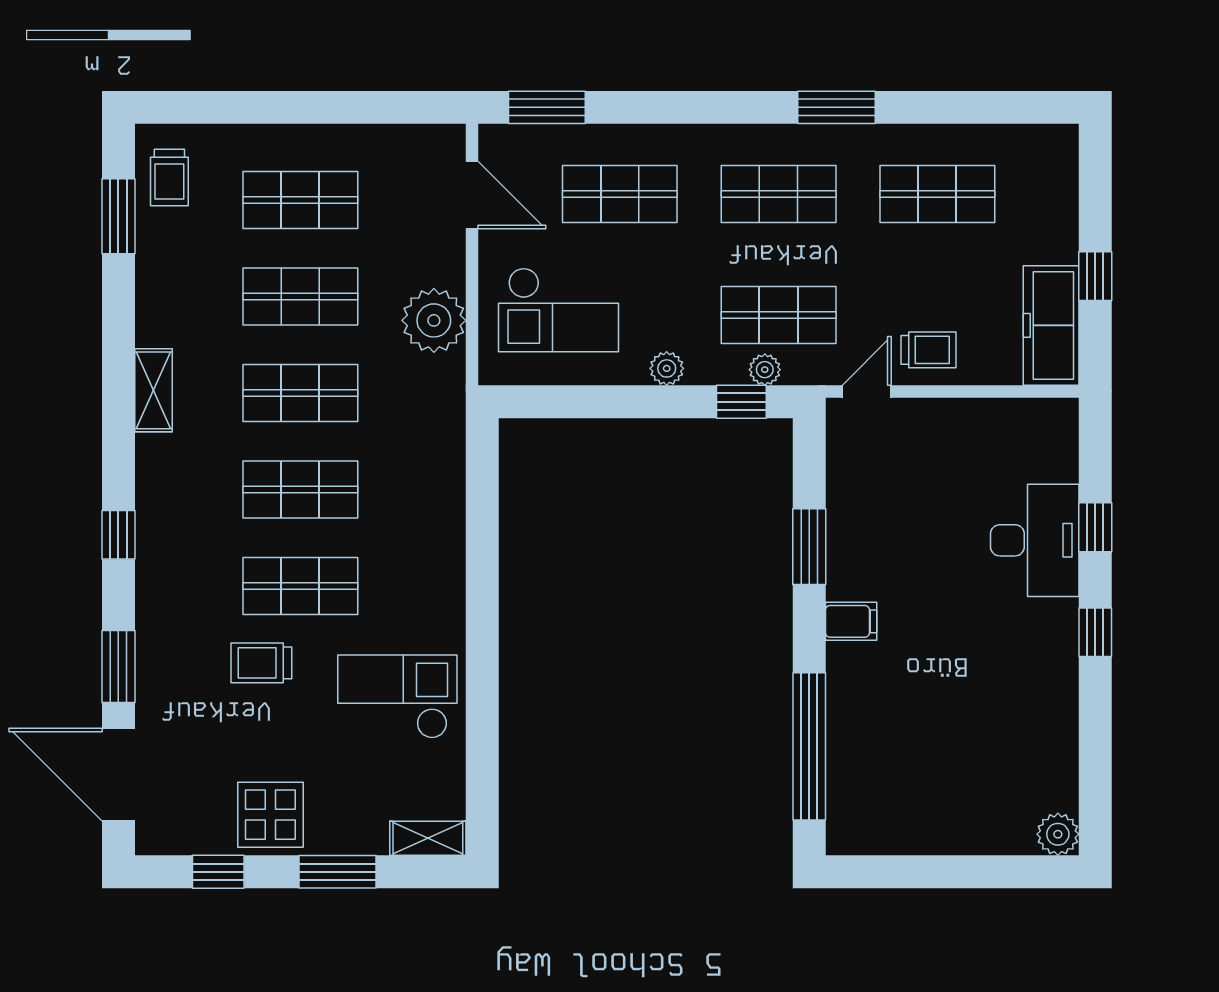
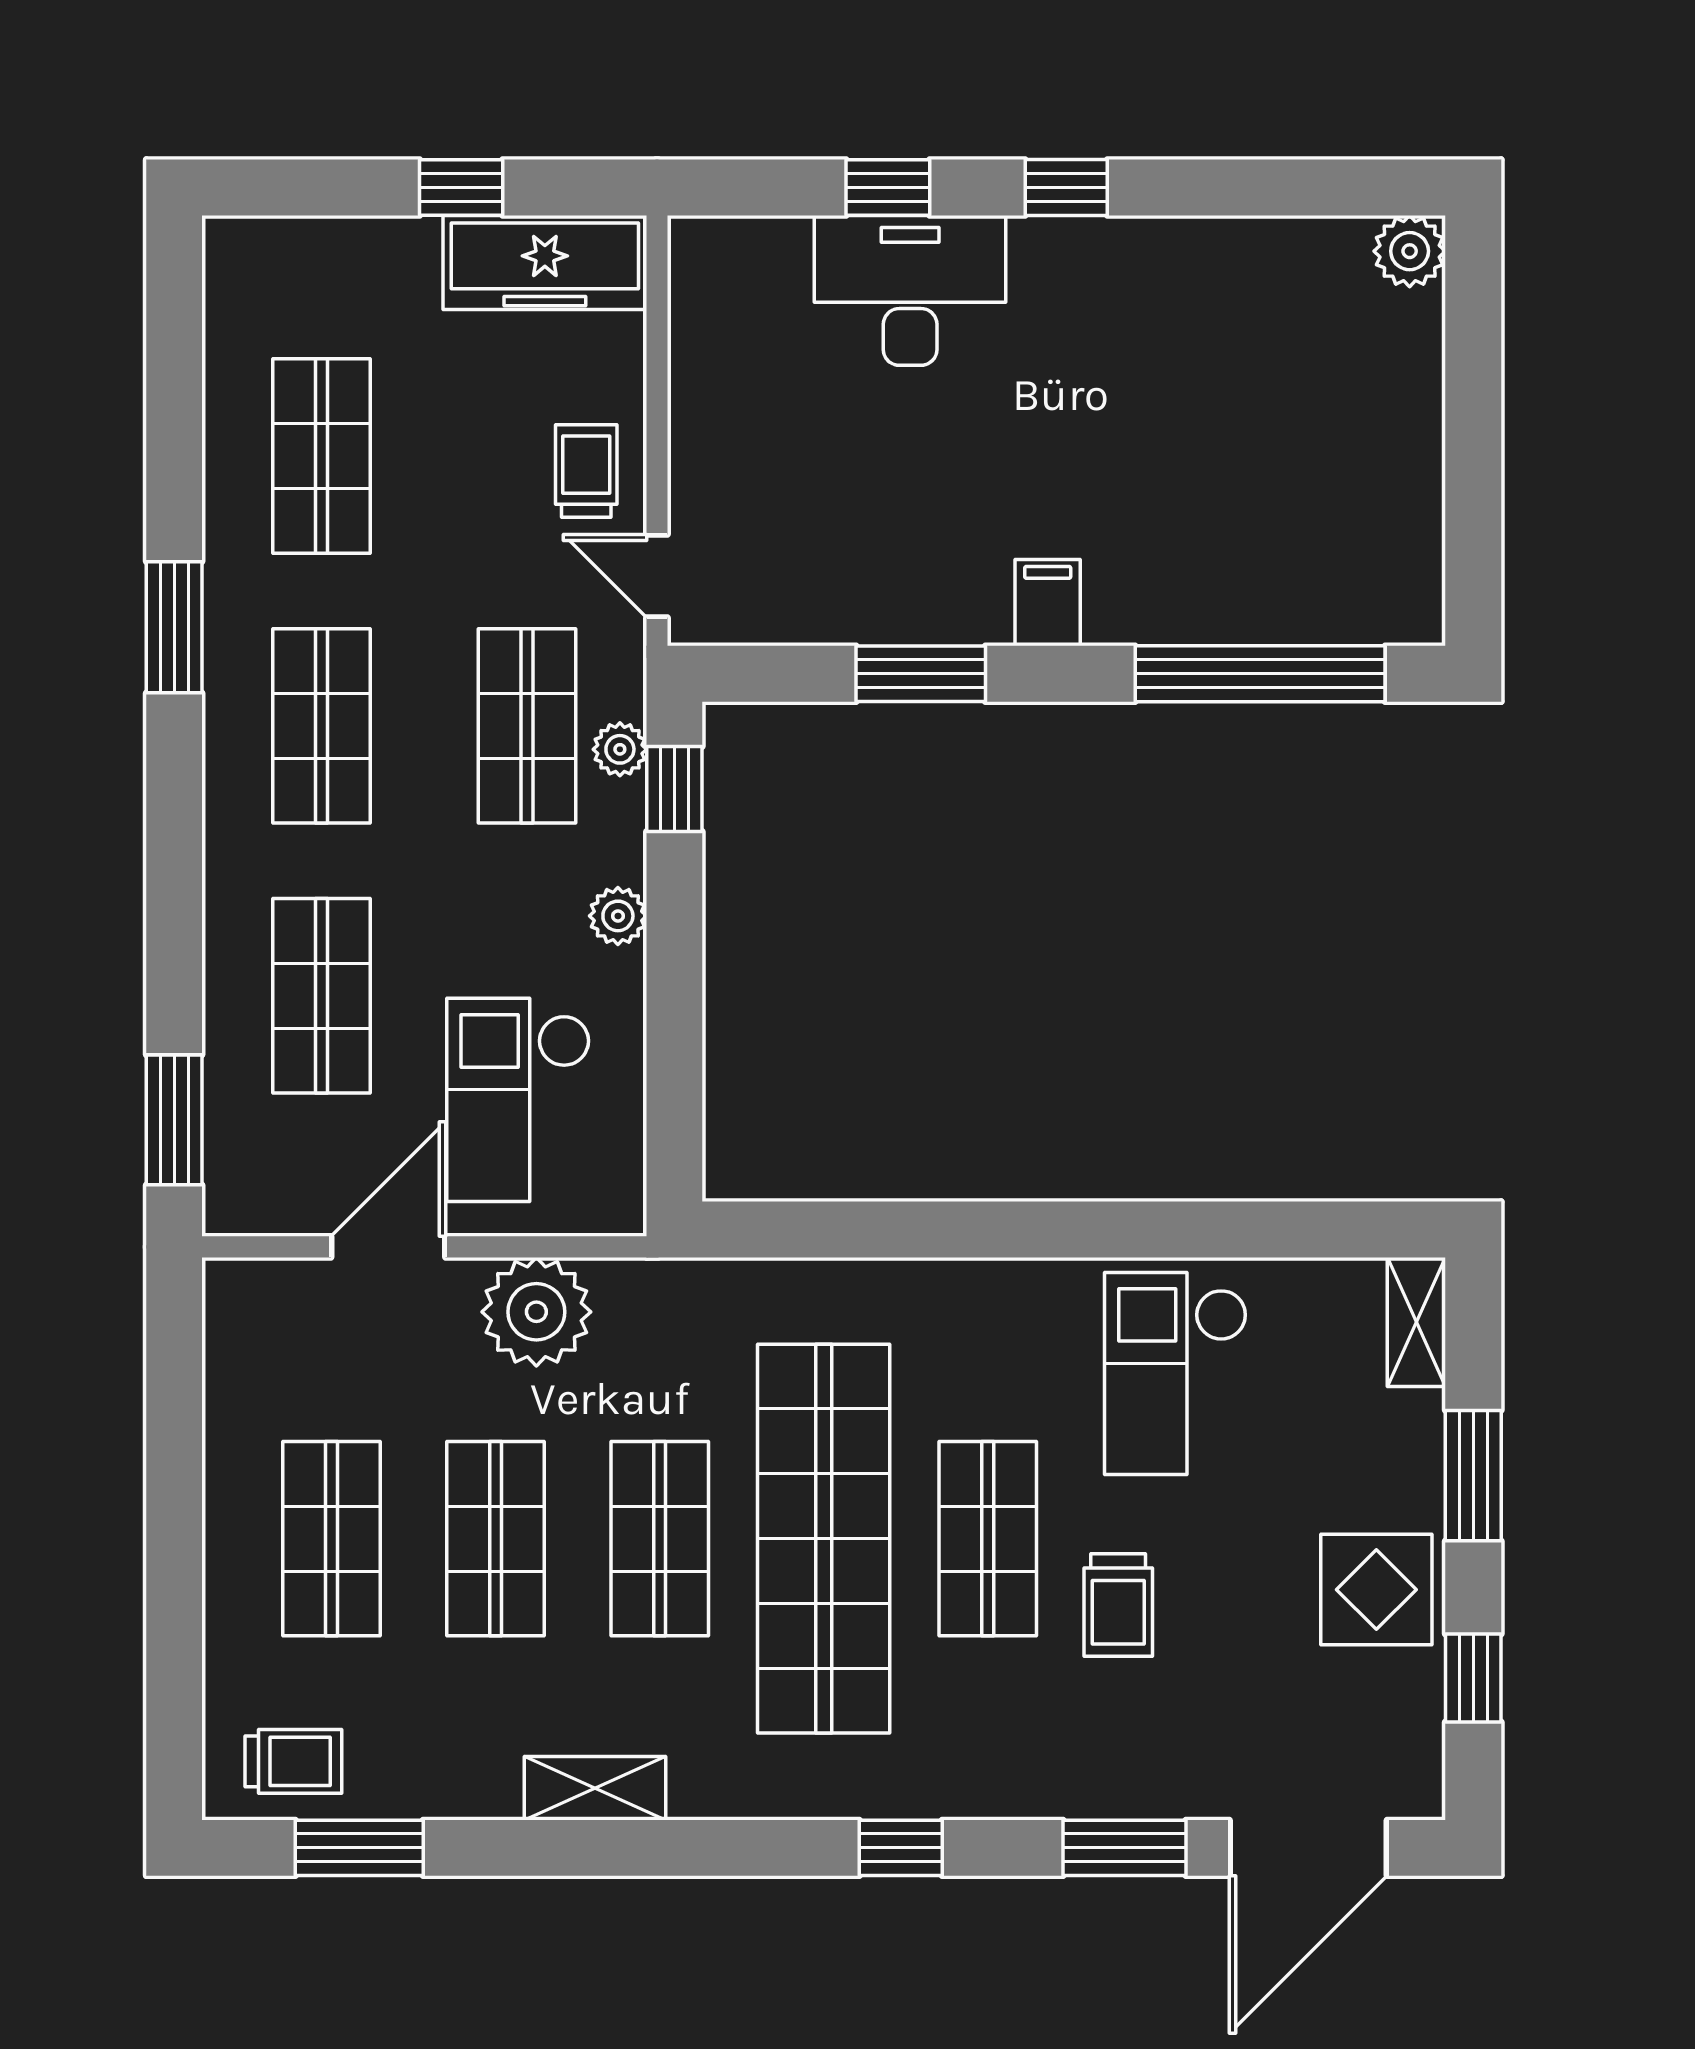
door: (472, 195) -> (388, 1247), moved
checkout: (558, 310) -> (518, 1100), turned 180
shelving: (154, 390) -> (595, 1788), moved
shop shelf: (300, 490) -> (824, 1539), width x2.00, depth x1.36

